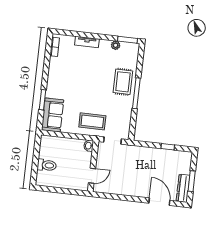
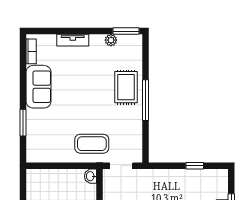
sofa: (53, 115) -> (39, 87), moved

